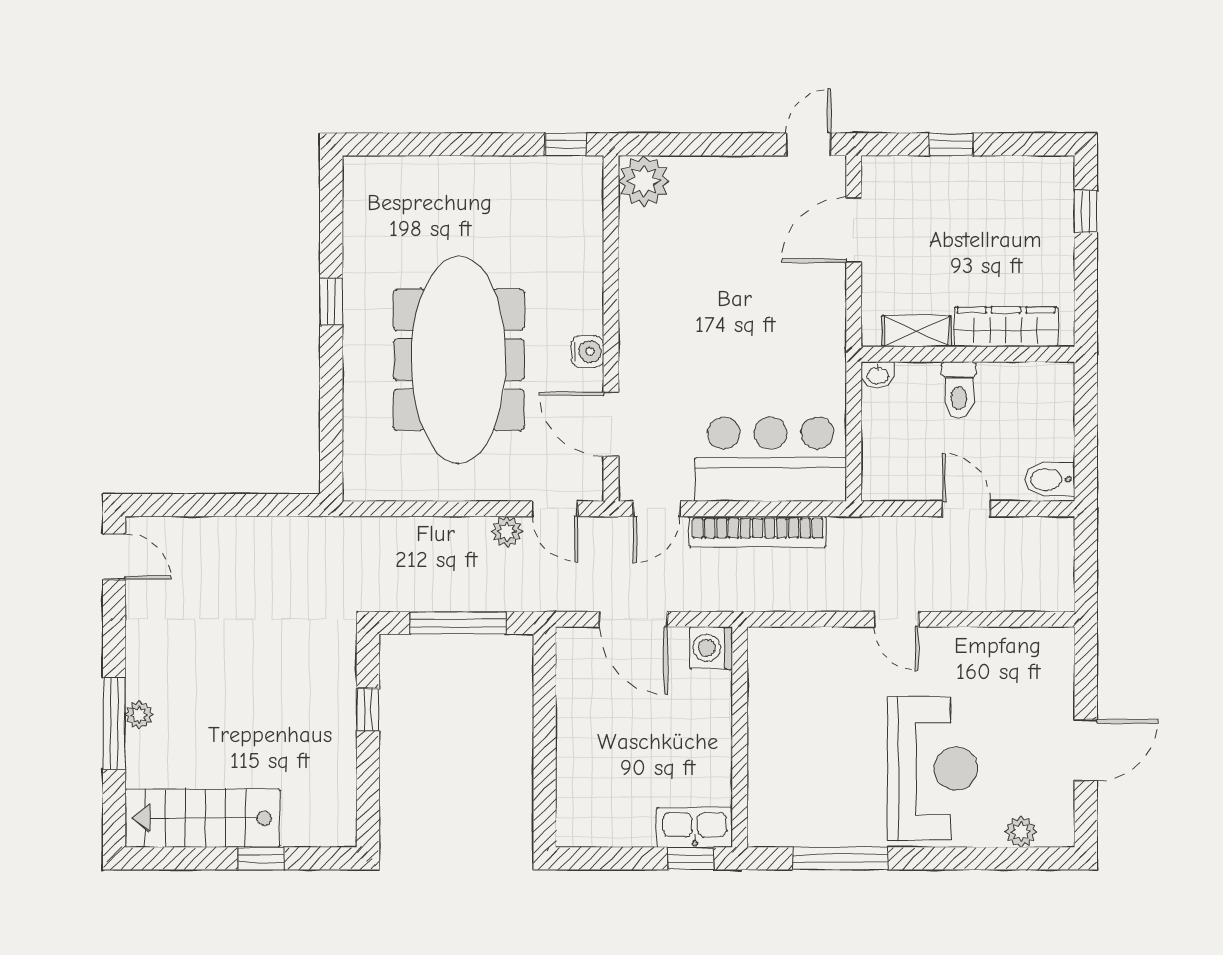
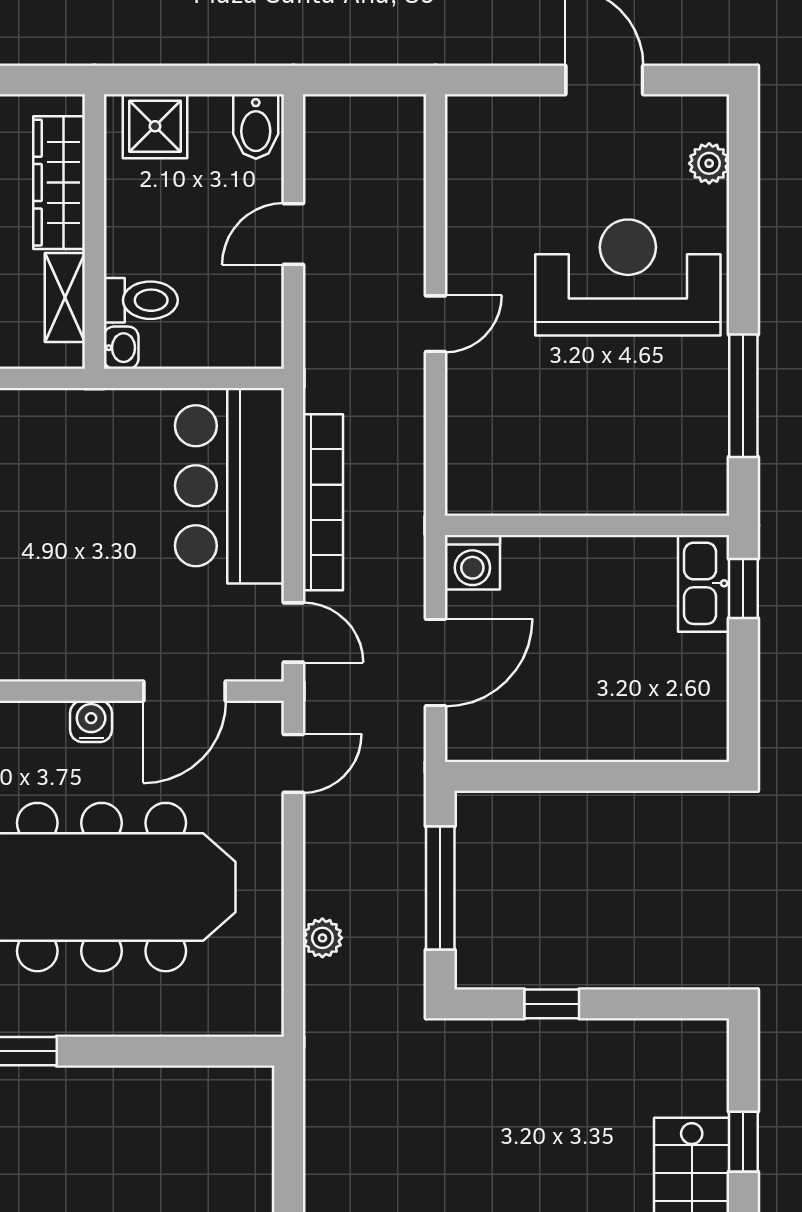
toilet: (959, 390) -> (141, 300), moved
shower: (1050, 401) -> (155, 126), added
plant: (507, 531) -> (322, 938), moved

